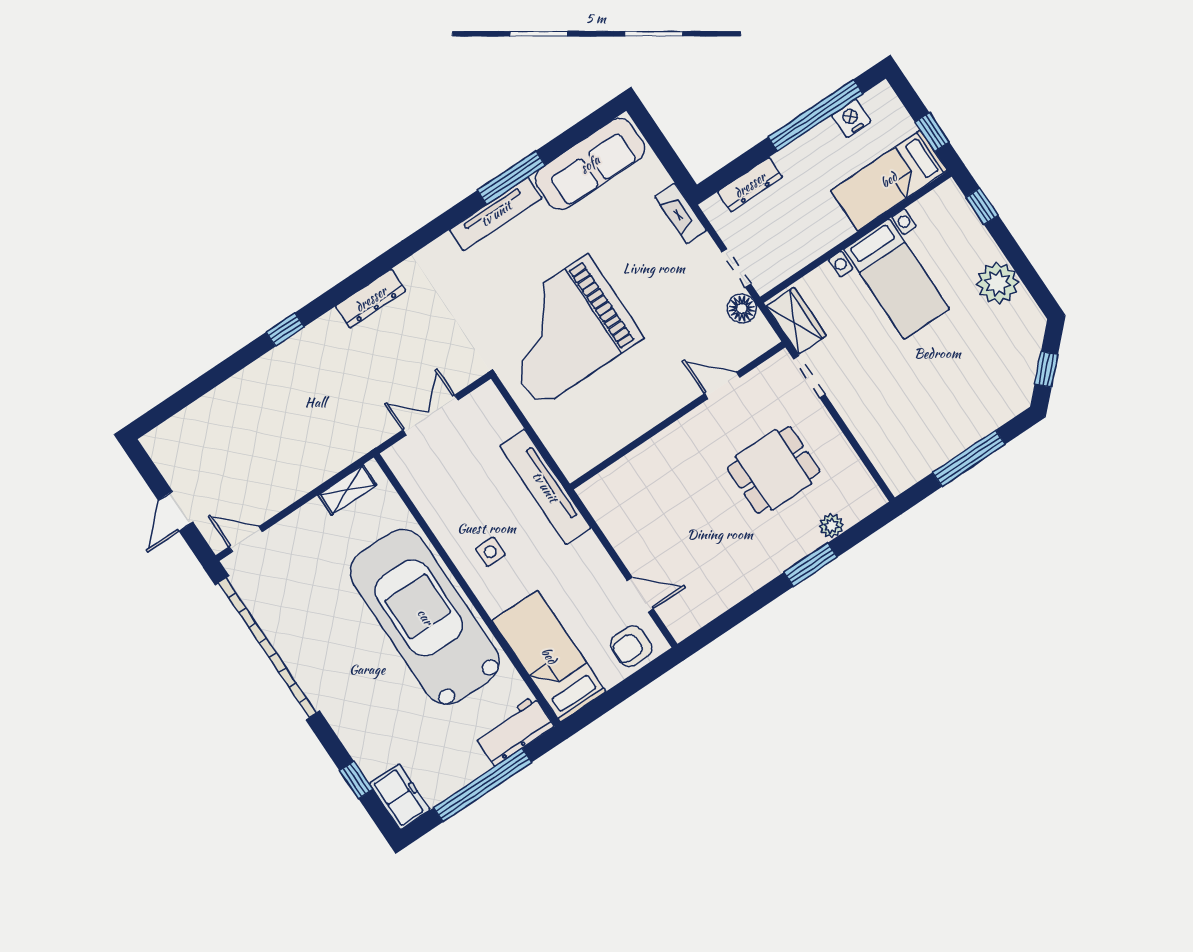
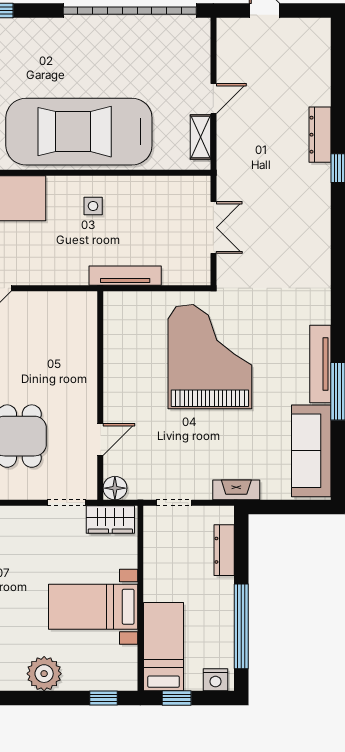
nightstand: (851, 118) -> (215, 680), moved, turned 90
dresser: (371, 299) -> (320, 135), moved
floor lamp: (742, 309) -> (115, 488), moved
tv unit: (545, 487) -> (125, 276), width x0.73, depth x0.78
door: (246, 539) -> (213, 99), moved
car: (425, 617) -> (79, 132), turned 180

